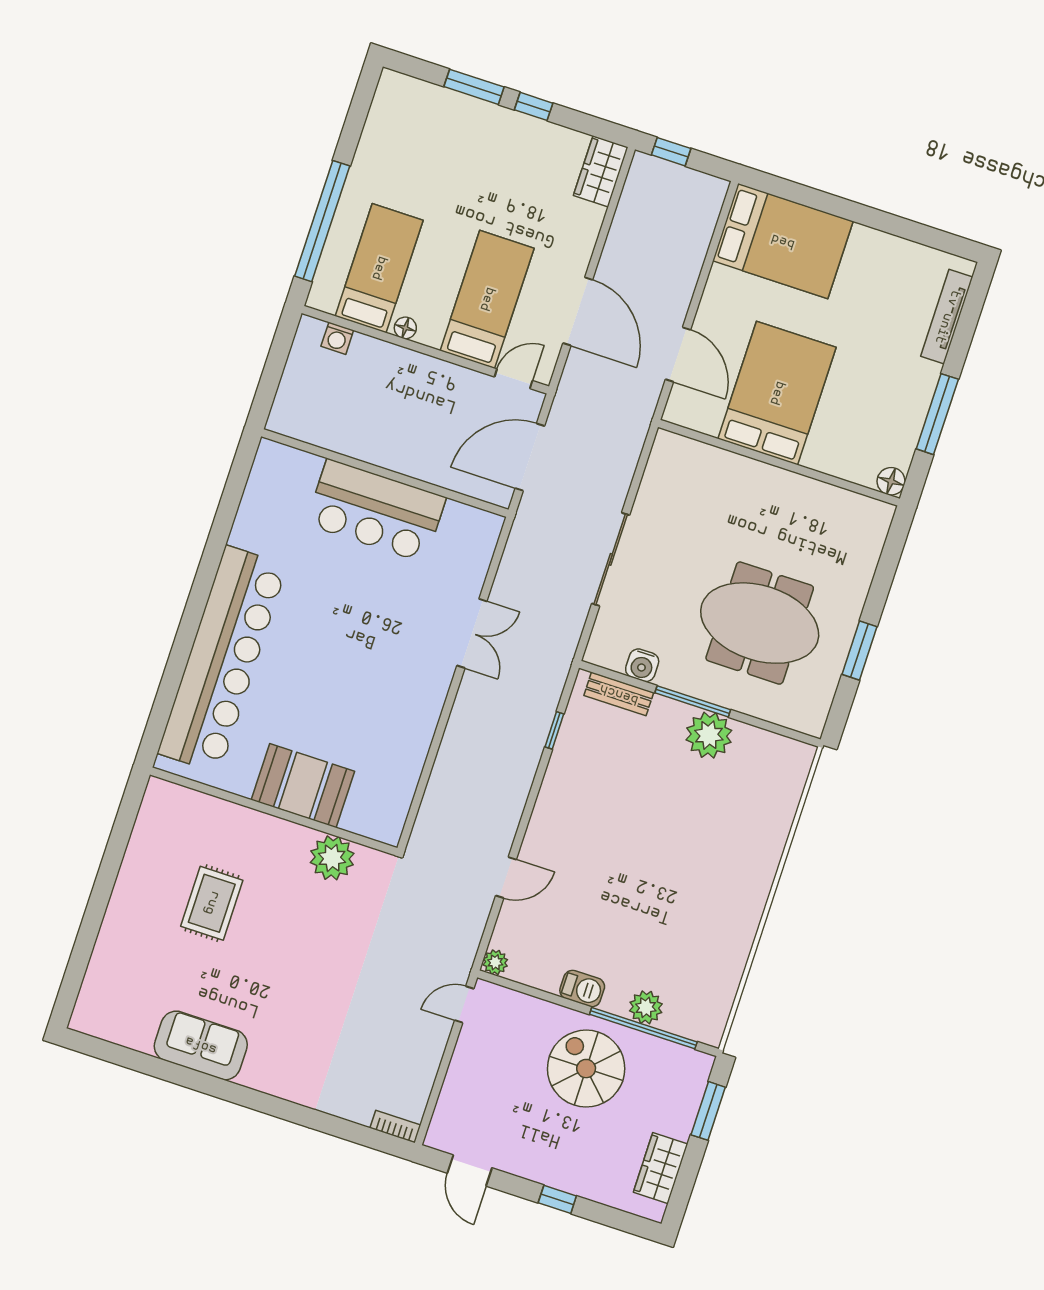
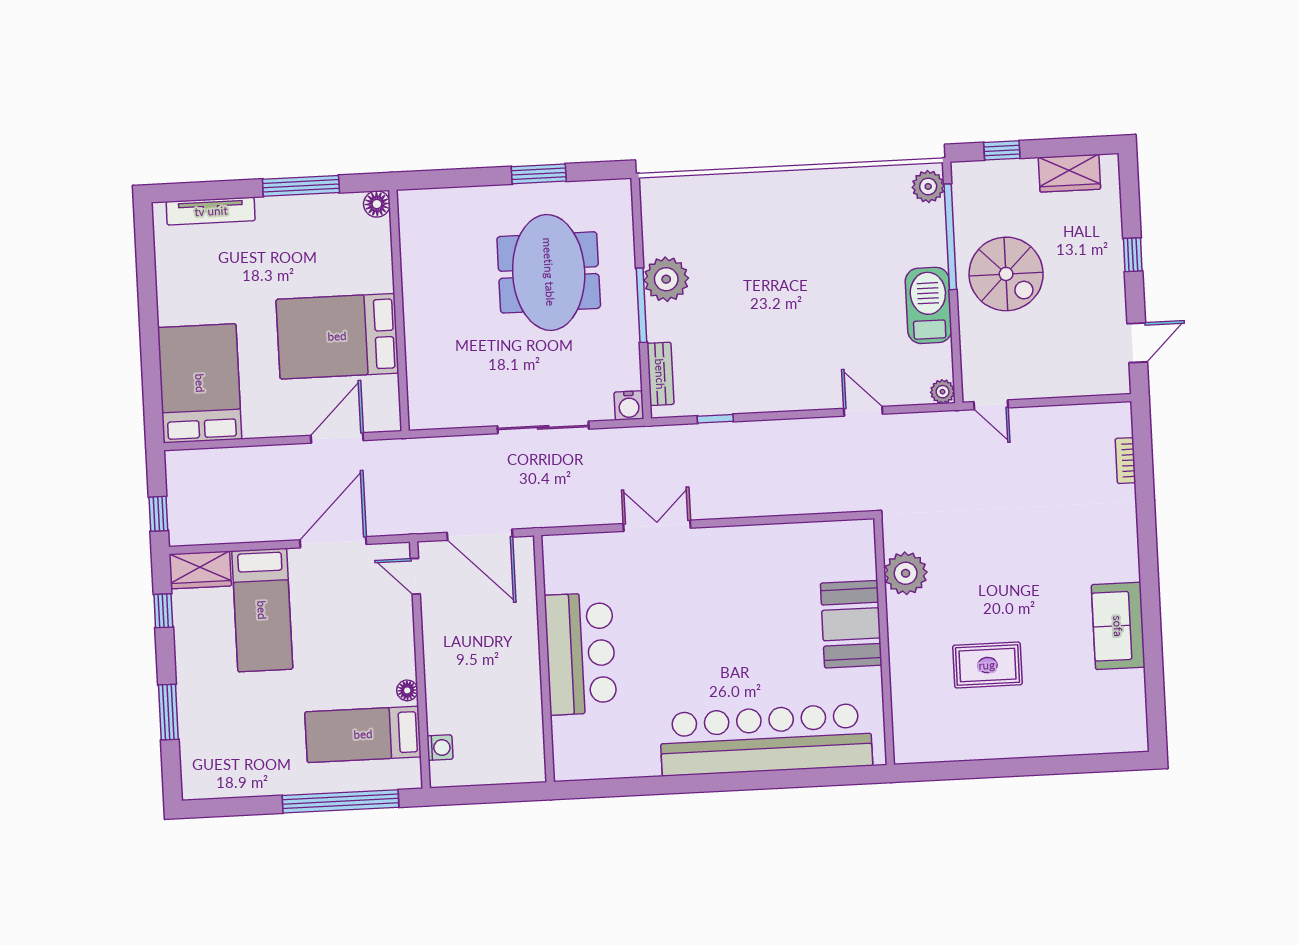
window: (534, 106) -> (163, 611), moved
bed: (487, 299) -> (262, 610), moved, turned -90
water cooler: (642, 665) -> (629, 405), moved, turned 90
barbecue: (582, 989) -> (928, 305), width x1.88, depth x1.53
plant: (646, 1007) -> (928, 186), moved
spiral stairs: (586, 1069) -> (1006, 274), turned -90
window: (708, 1111) -> (1002, 150), width x0.67
bookcase: (395, 1127) -> (1125, 461), moved

